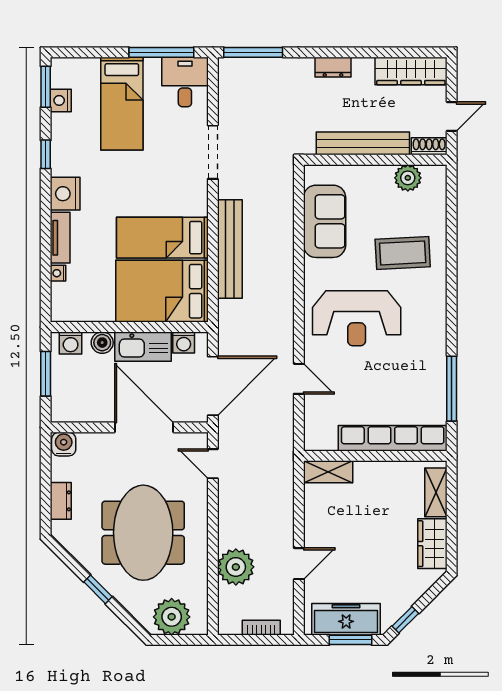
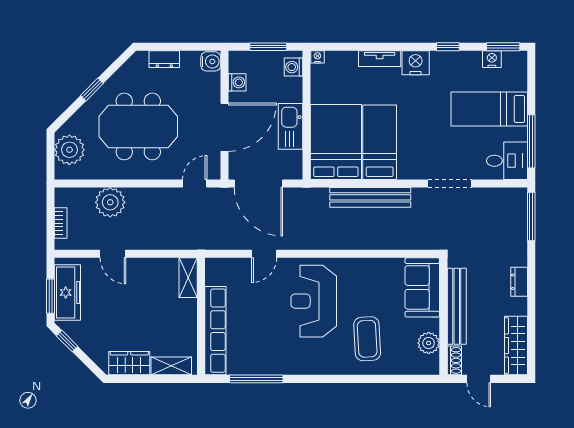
sofa: (325, 221) -> (422, 287), moved, turned 90
nightstand: (58, 273) -> (317, 57), moved
washing machine: (184, 342) -> (237, 82), moved, turned 180
boiler: (102, 343) -> (294, 93), removed

